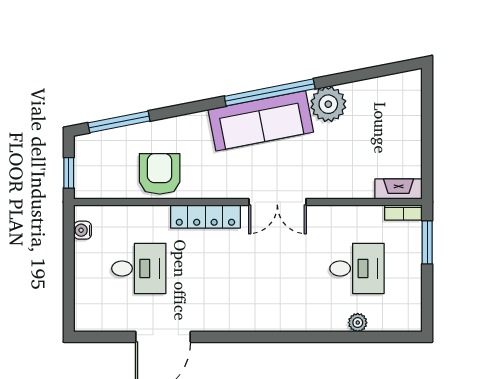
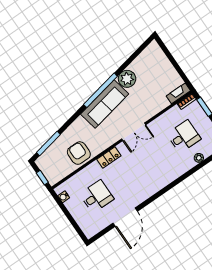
locker: (205, 216) -> (109, 157), width x0.66

